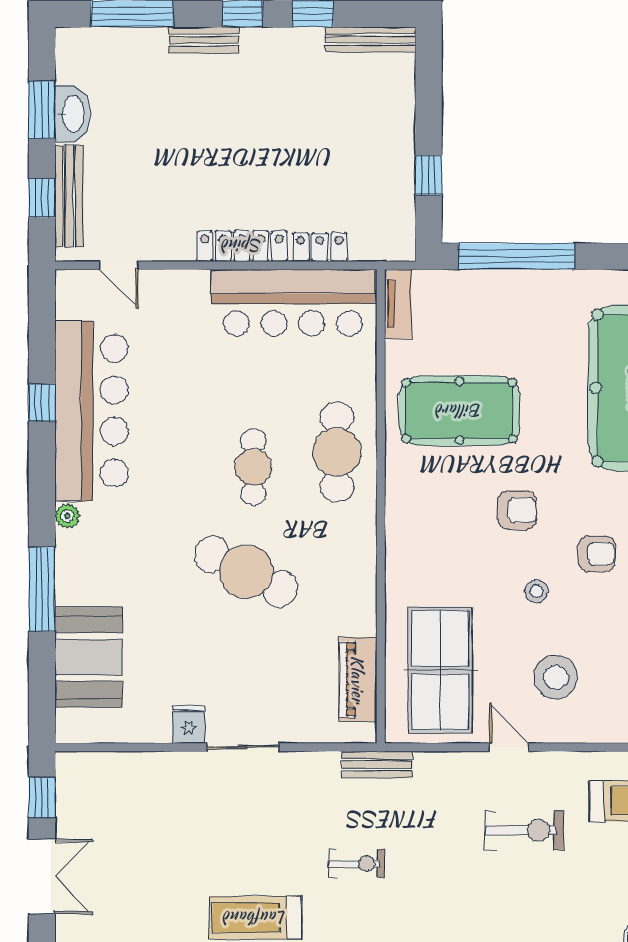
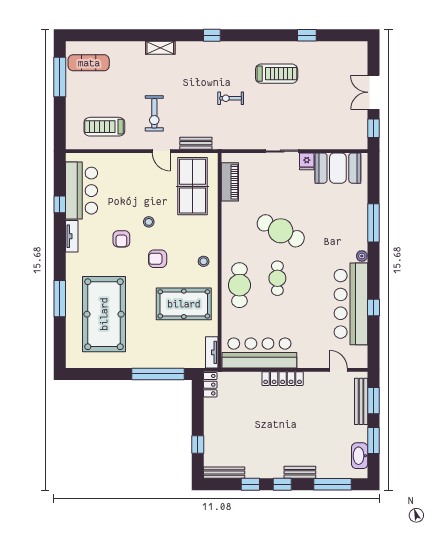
washbasin: (72, 114) -> (360, 456), moved
window: (429, 175) -> (198, 444), moved
window: (42, 198) -> (373, 401), width x1.50
locker: (320, 247) -> (210, 385), moved, turned -90
armchair: (597, 554) -> (121, 239), turned -90
booth: (88, 657) -> (338, 168), moved, turned 90
stool: (556, 677) -> (204, 261), moved, width x0.53, depth x0.53
bench: (377, 765) -> (196, 143), moved
exercise bike: (524, 830) -> (154, 113), turned -90

